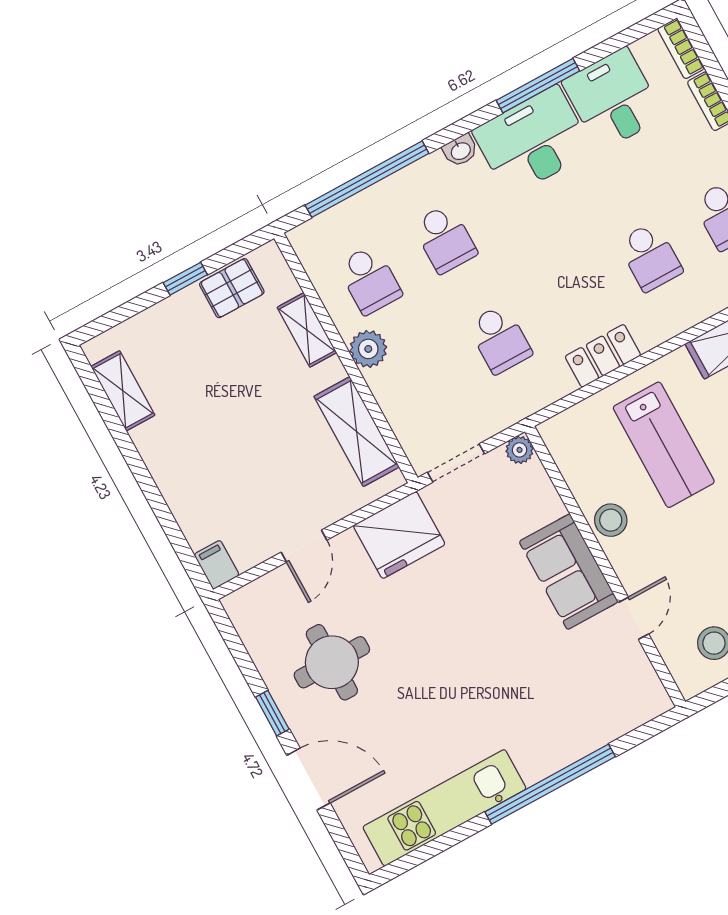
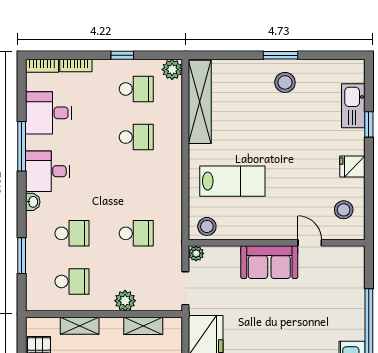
desk: (533, 141) -> (48, 171), width x0.73
window: (367, 179) -> (22, 256), width x0.47
plant: (368, 349) -> (125, 301), moved
locker: (603, 356) -> (172, 187), removed
shelving: (357, 432) -> (143, 326), width x0.67, depth x0.75
stool: (611, 520) -> (207, 226), moved

